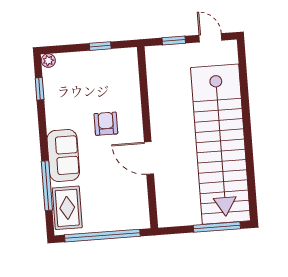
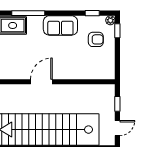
window: (100, 46) -> (117, 31), moved
armchair: (106, 124) -> (96, 39), moved
sofa: (63, 155) -> (60, 25), moved

